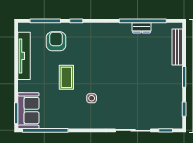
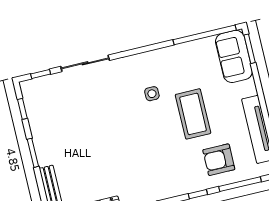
armchair: (56, 41) -> (219, 160), turned 90
coffee table: (66, 77) -> (193, 114), width x1.36, depth x1.32

